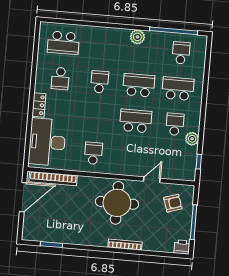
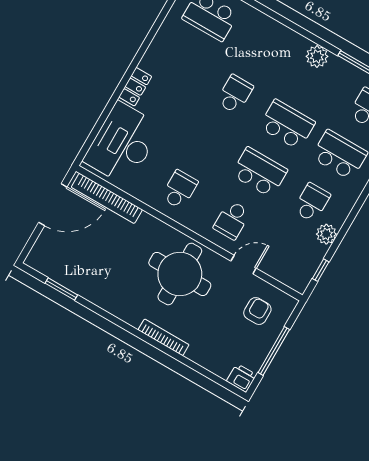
school desk: (60, 78) -> (232, 220), moved
armchair: (173, 203) -> (257, 311), turned -72

